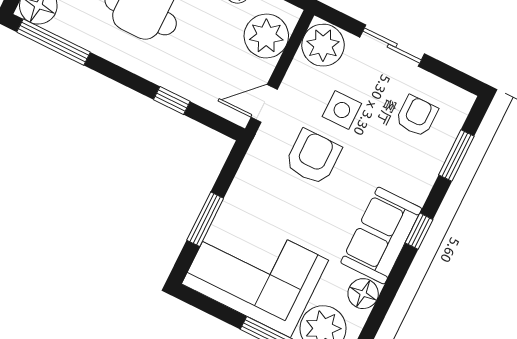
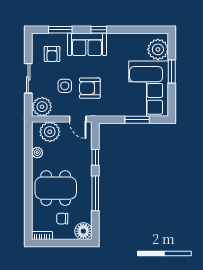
window: (54, 42) -> (95, 193), moved
armchair: (417, 116) -> (52, 54), turned -90
sofa: (381, 235) -> (87, 44), moved
floor lamp: (363, 294) -> (136, 40), removed

